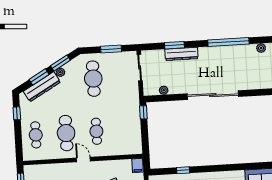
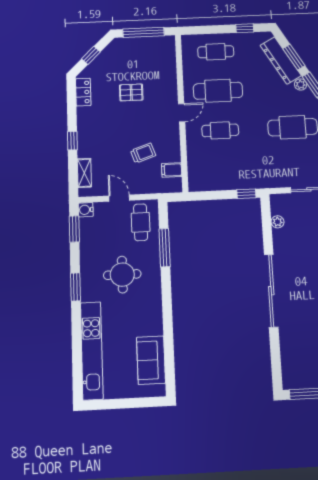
filing cabinet: (137, 166) -> (172, 170), moved
window: (183, 170) -> (165, 248), width x2.17

